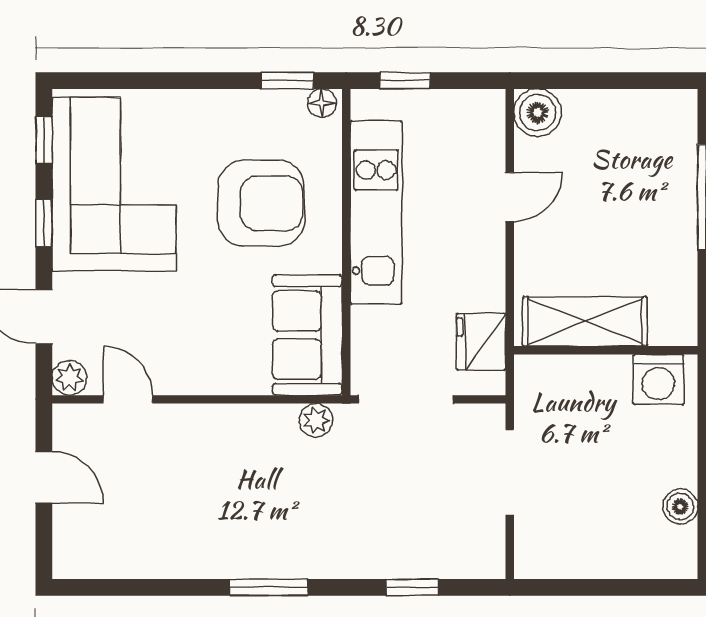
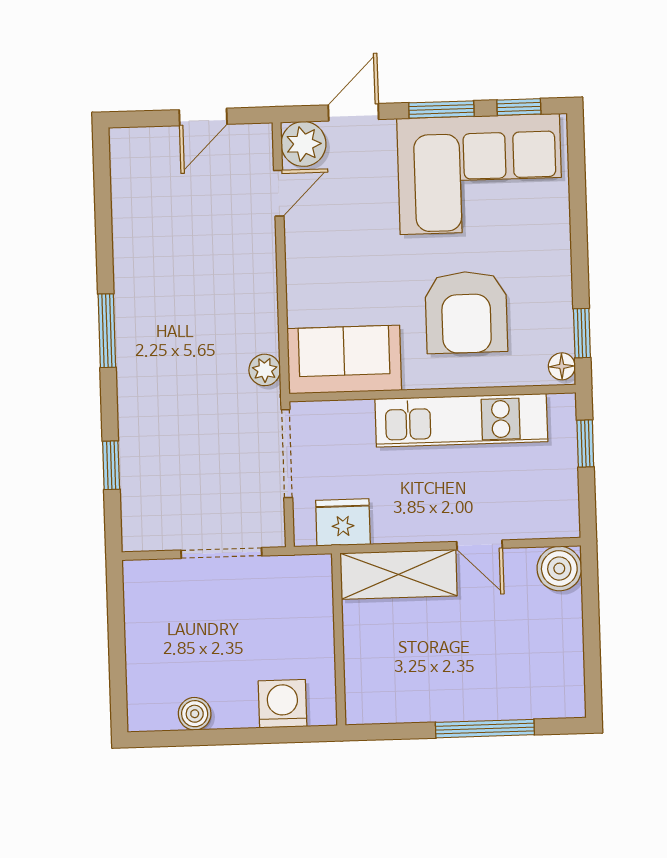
window: (44, 223) -> (441, 109), width x1.50
shelving: (585, 321) -> (399, 574), moved, turned 90
plant: (69, 378) -> (304, 144), width x1.38, depth x1.38
washing machine: (658, 380) -> (282, 704), moved, turned 90

